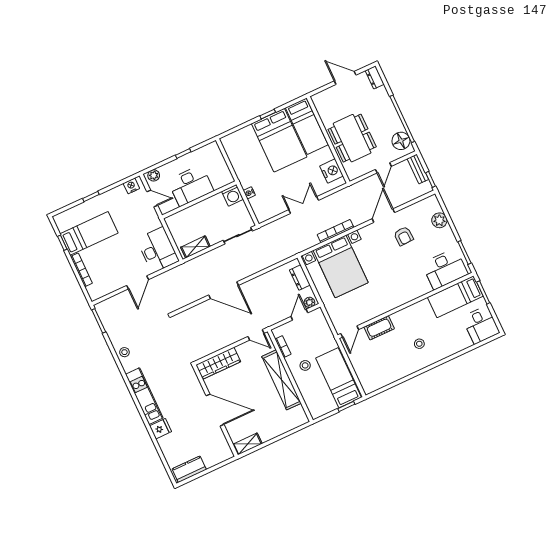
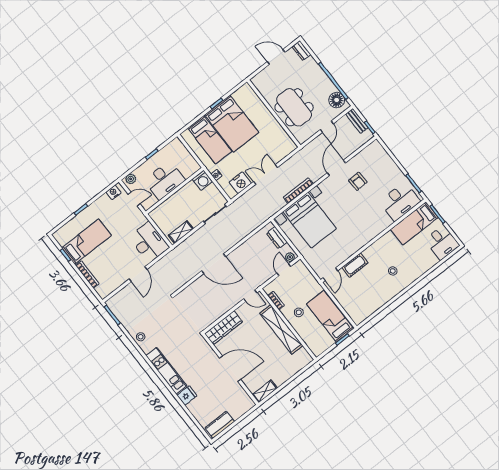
bed: (307, 126) -> (210, 140), moved
nightstand: (331, 171) -> (240, 183), moved, turned 90
plant: (439, 220) -> (386, 161), removed

